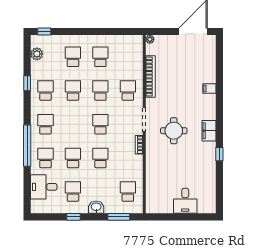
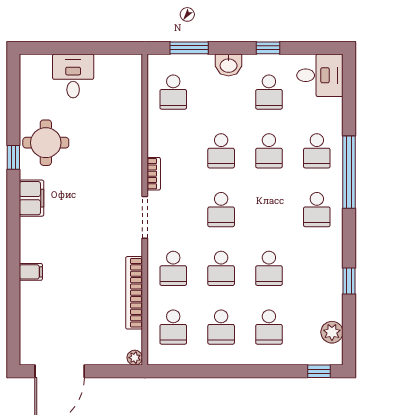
school desk: (45, 91) -> (173, 327), moved
round table: (174, 131) -> (46, 143), moved
desk: (44, 187) -> (320, 75), moved

